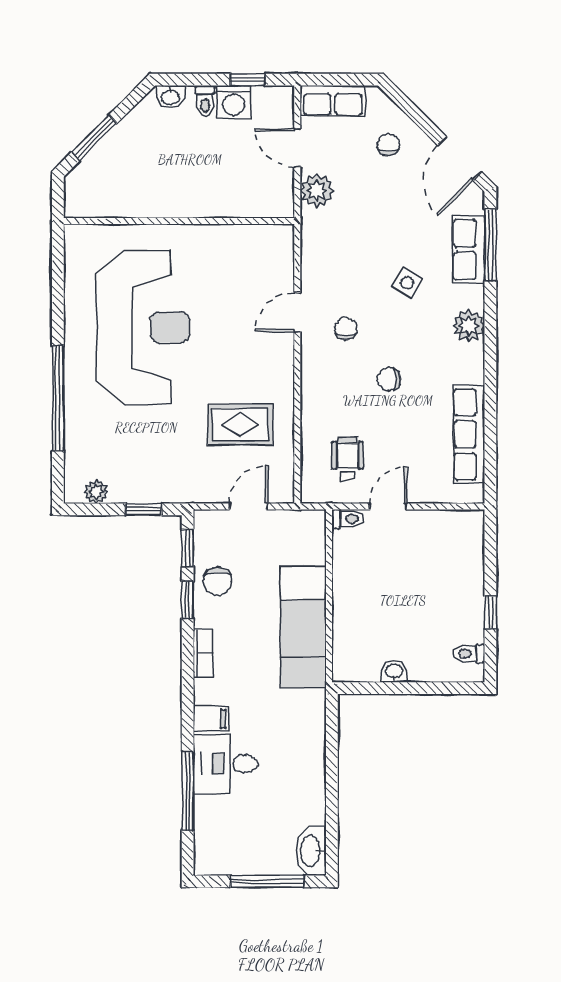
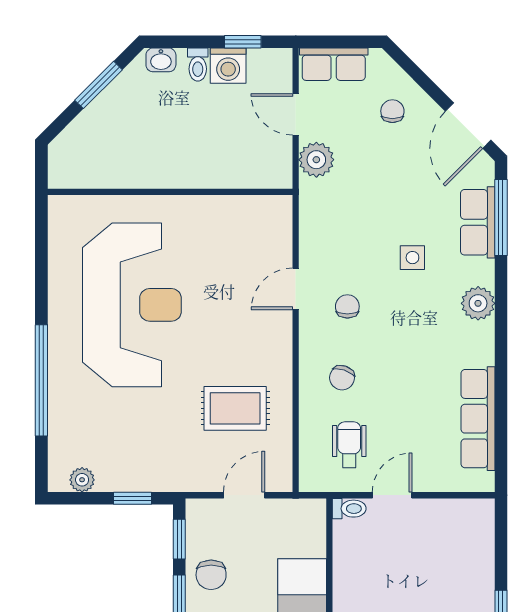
window: (94, 138) -> (98, 85), moved
side table: (407, 283) -> (412, 258), turned -31
chair: (389, 379) -> (342, 378), moved, turned -72

